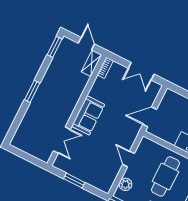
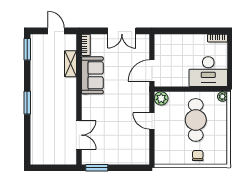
shelving: (92, 63) -> (71, 64), moved
sofa: (88, 115) -> (92, 75), moved
window: (74, 181) -> (97, 168), moved
plant: (125, 184) -> (161, 98), moved

